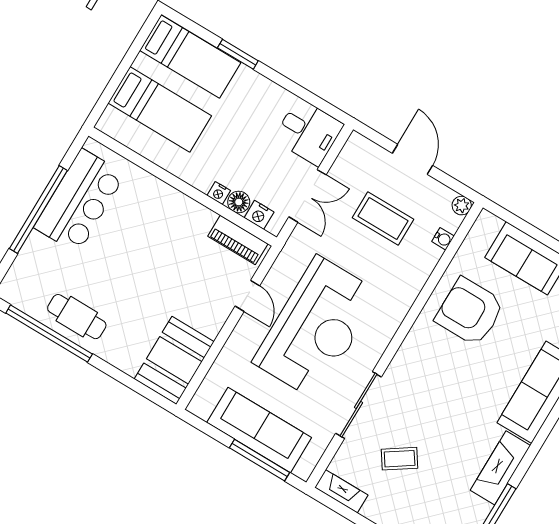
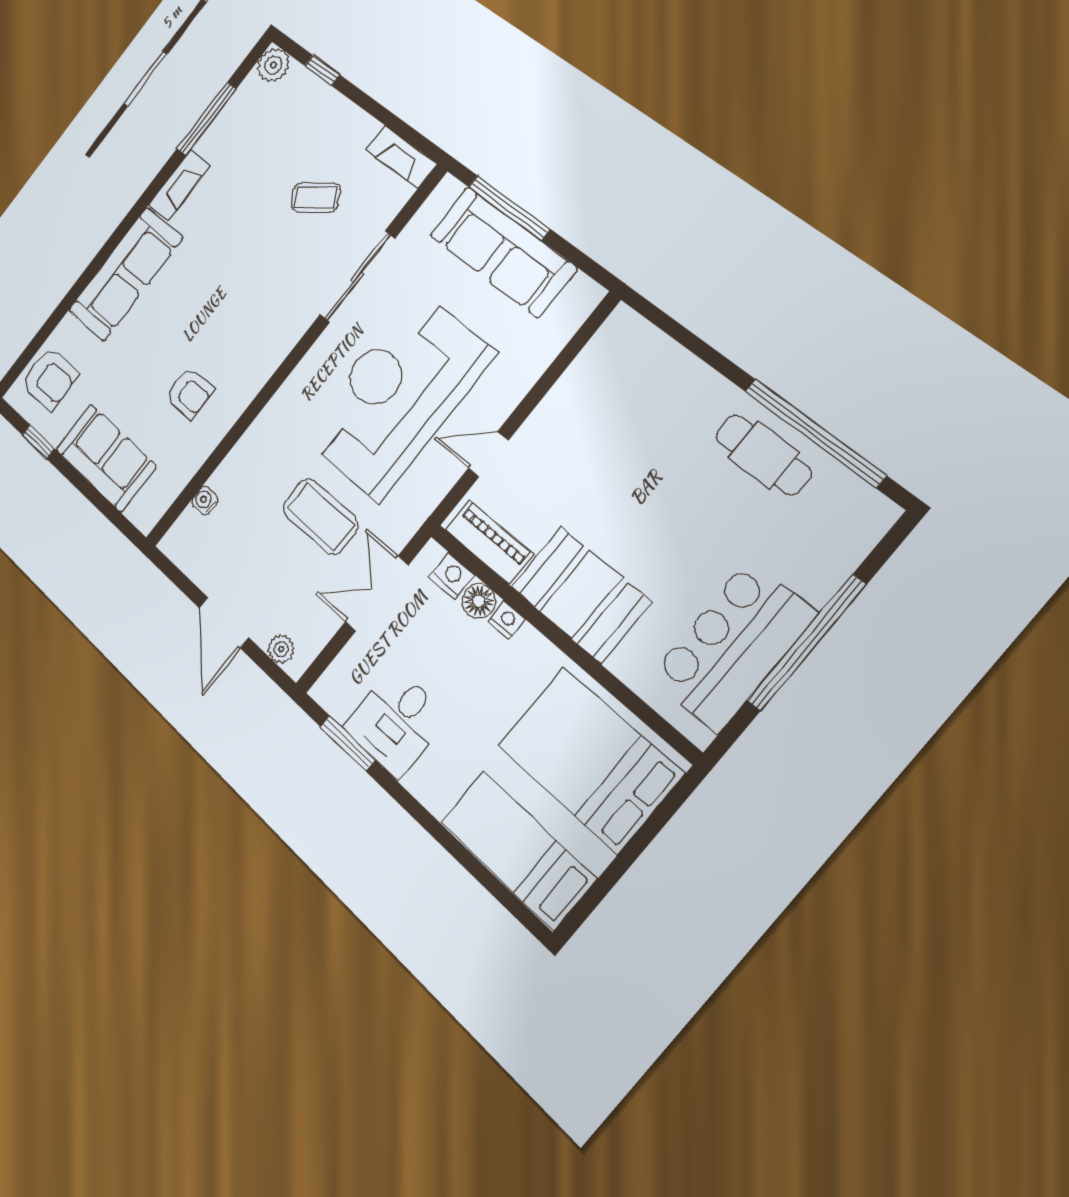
window: (238, 54) -> (348, 743), moved
bed: (160, 109) -> (590, 760), width x1.50
desk: (308, 132) -> (396, 722), moved, turned -90
plant: (462, 206) -> (281, 649), moved
coffee table: (383, 219) -> (321, 517), moved
door: (247, 296) -> (488, 454), hinge flipped
armchair: (470, 312) -> (189, 393), width x0.53, depth x0.53
booth: (174, 360) -> (581, 595), moved, turned 90
fireplace: (500, 468) -> (180, 185), width x0.73, depth x0.76

